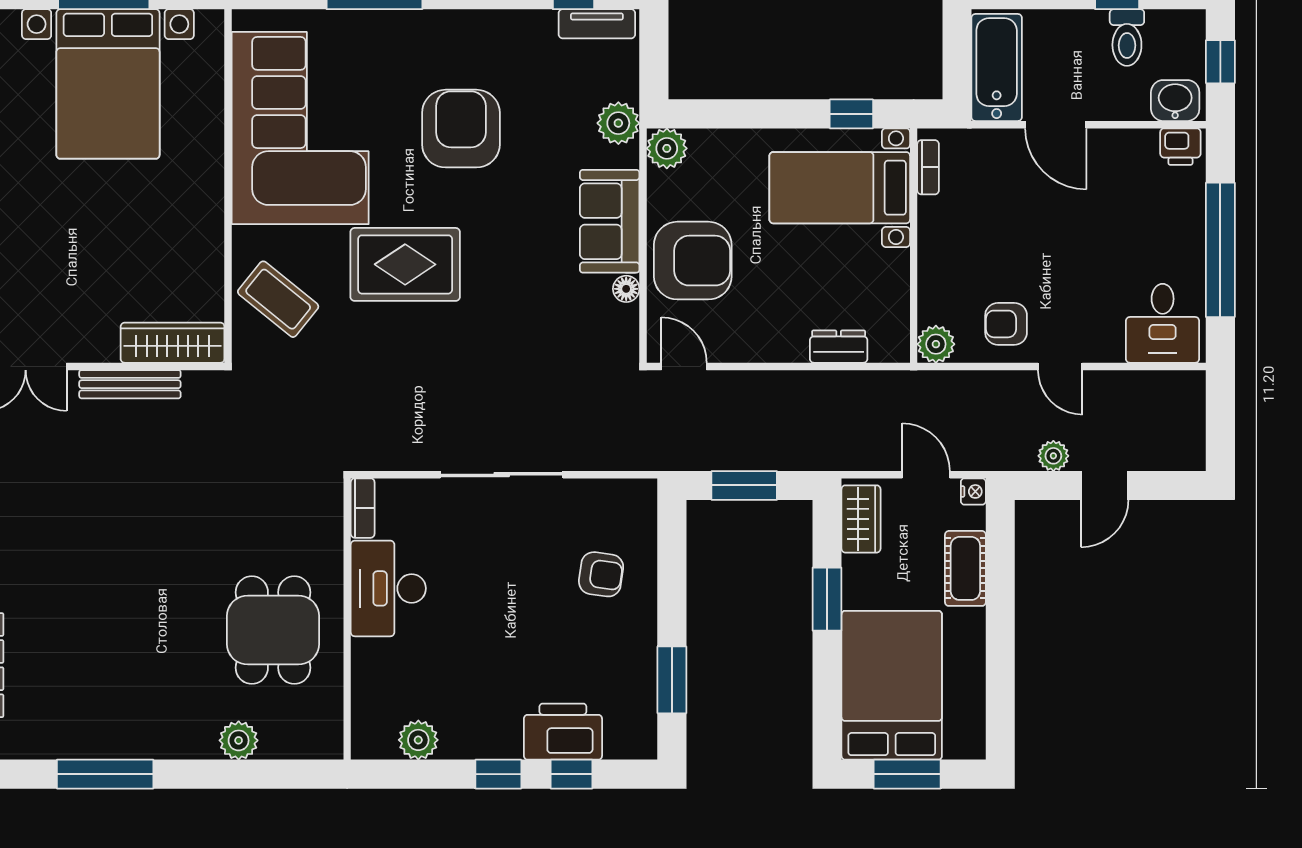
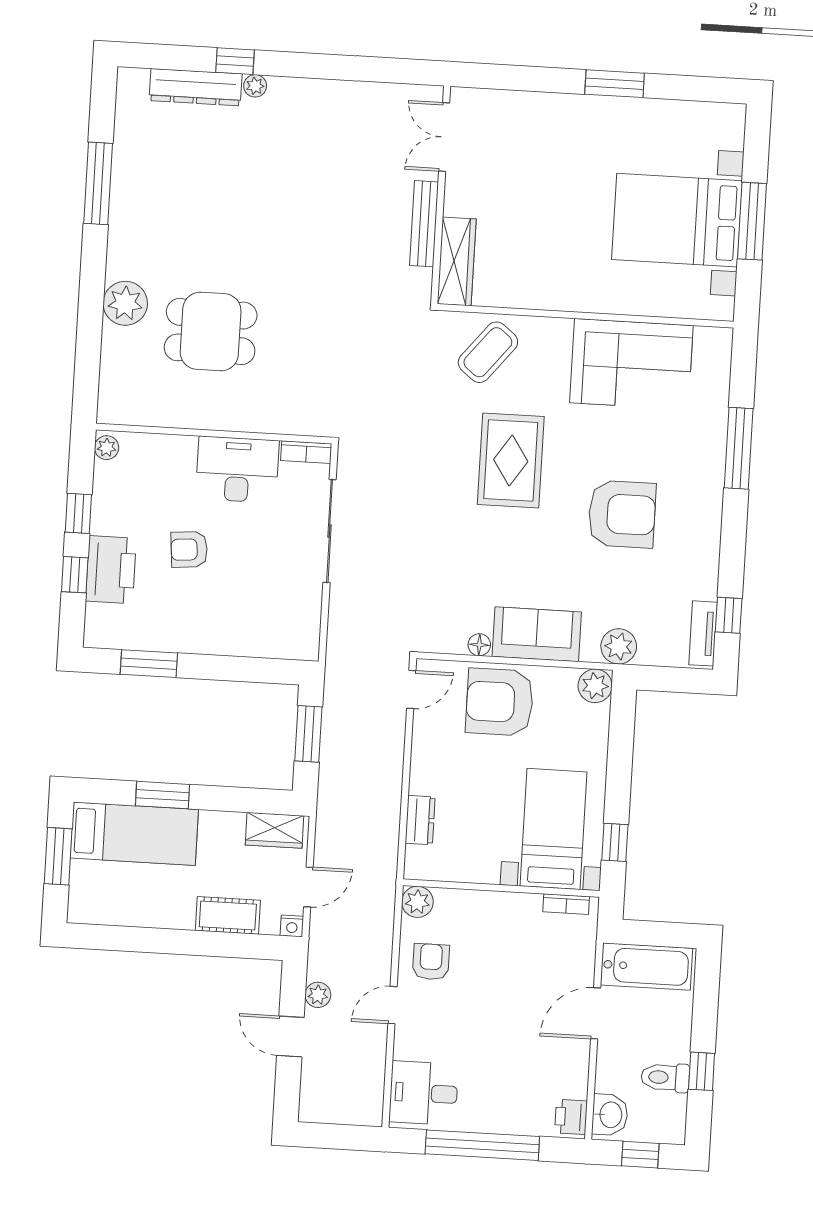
corner sofa: (300, 128) -> (631, 364), width x0.73, depth x0.74
armchair: (693, 261) -> (500, 702), turned 90
bookcase: (363, 508) -> (306, 452), moved
armchair: (601, 574) -> (189, 549), moved, turned 77
desk: (388, 588) -> (237, 470), moved
window: (827, 599) -> (162, 795), moved
wall: (347, 619) -> (214, 434), moved
bed: (892, 685) -> (134, 834), width x0.67
plant: (239, 740) -> (125, 303), width x1.36, depth x1.36
plant: (418, 740) -> (107, 448), width x0.73, depth x0.73

